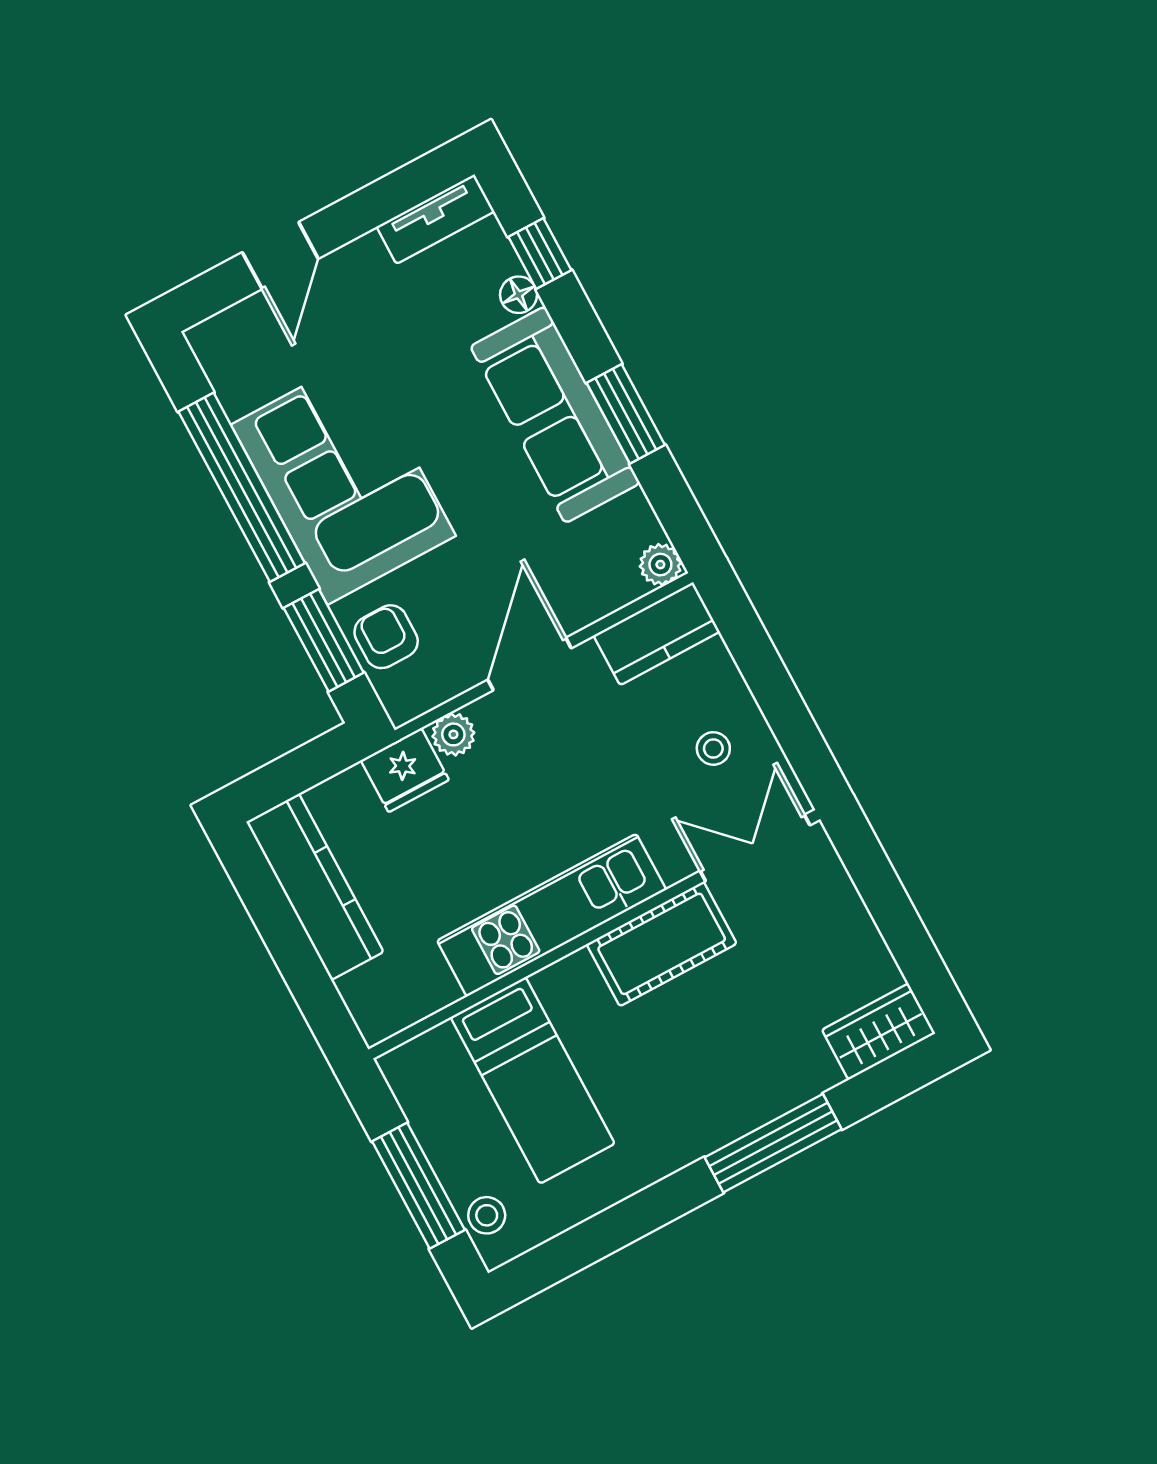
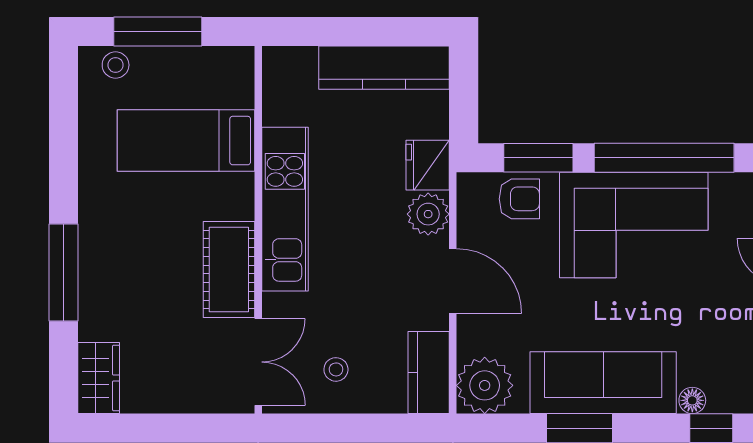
plant: (660, 565) -> (485, 385), width x1.87, depth x1.87
plant: (453, 734) -> (428, 214), width x1.38, depth x1.38

